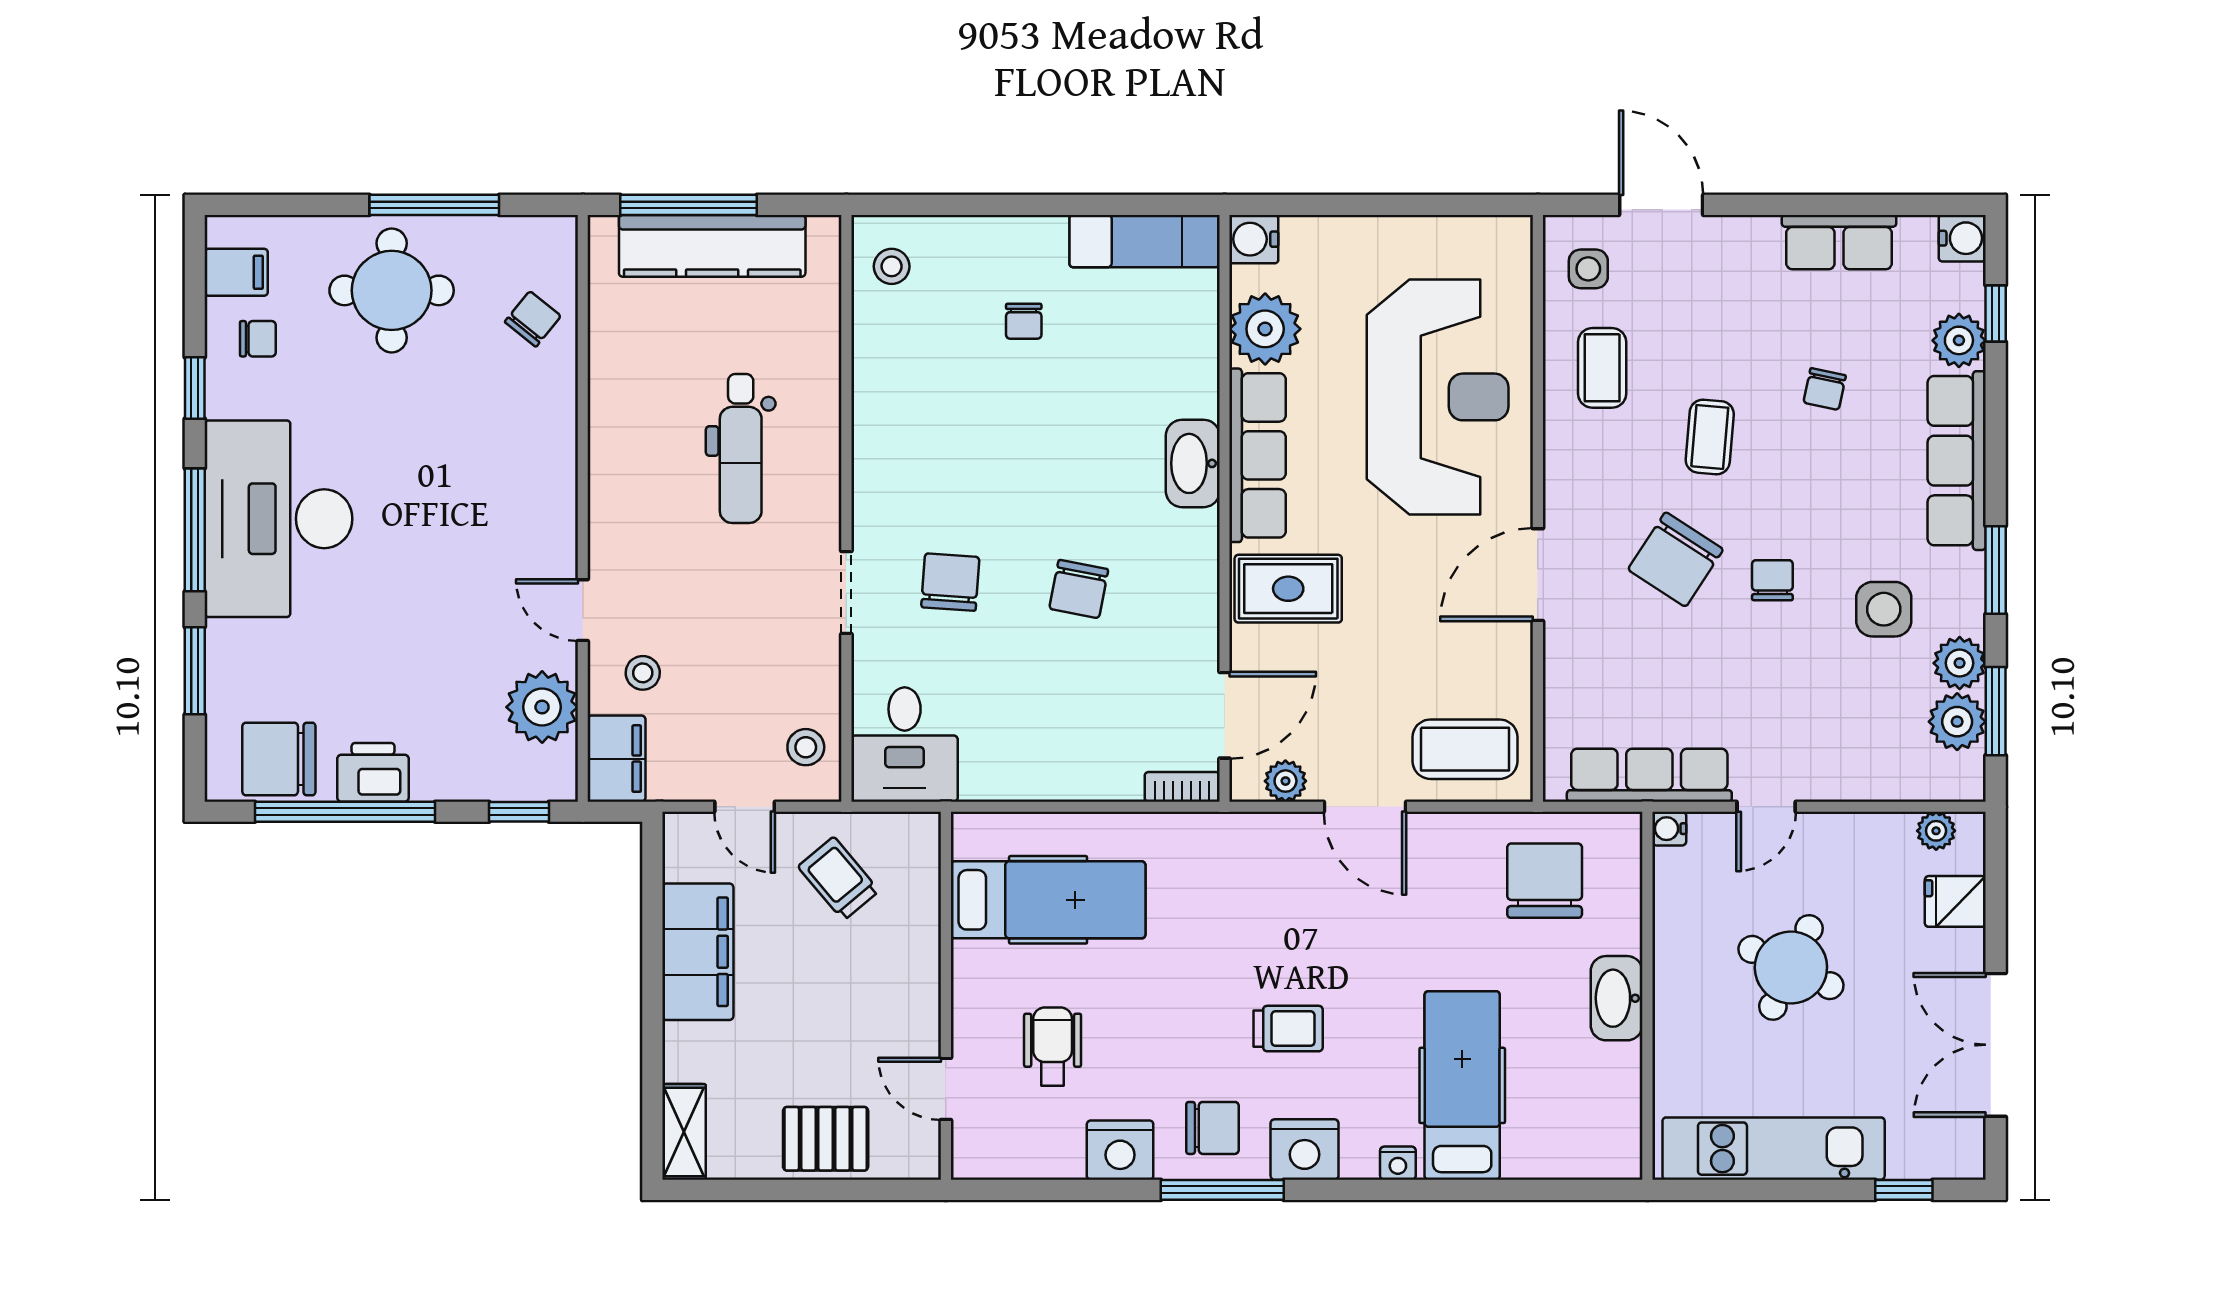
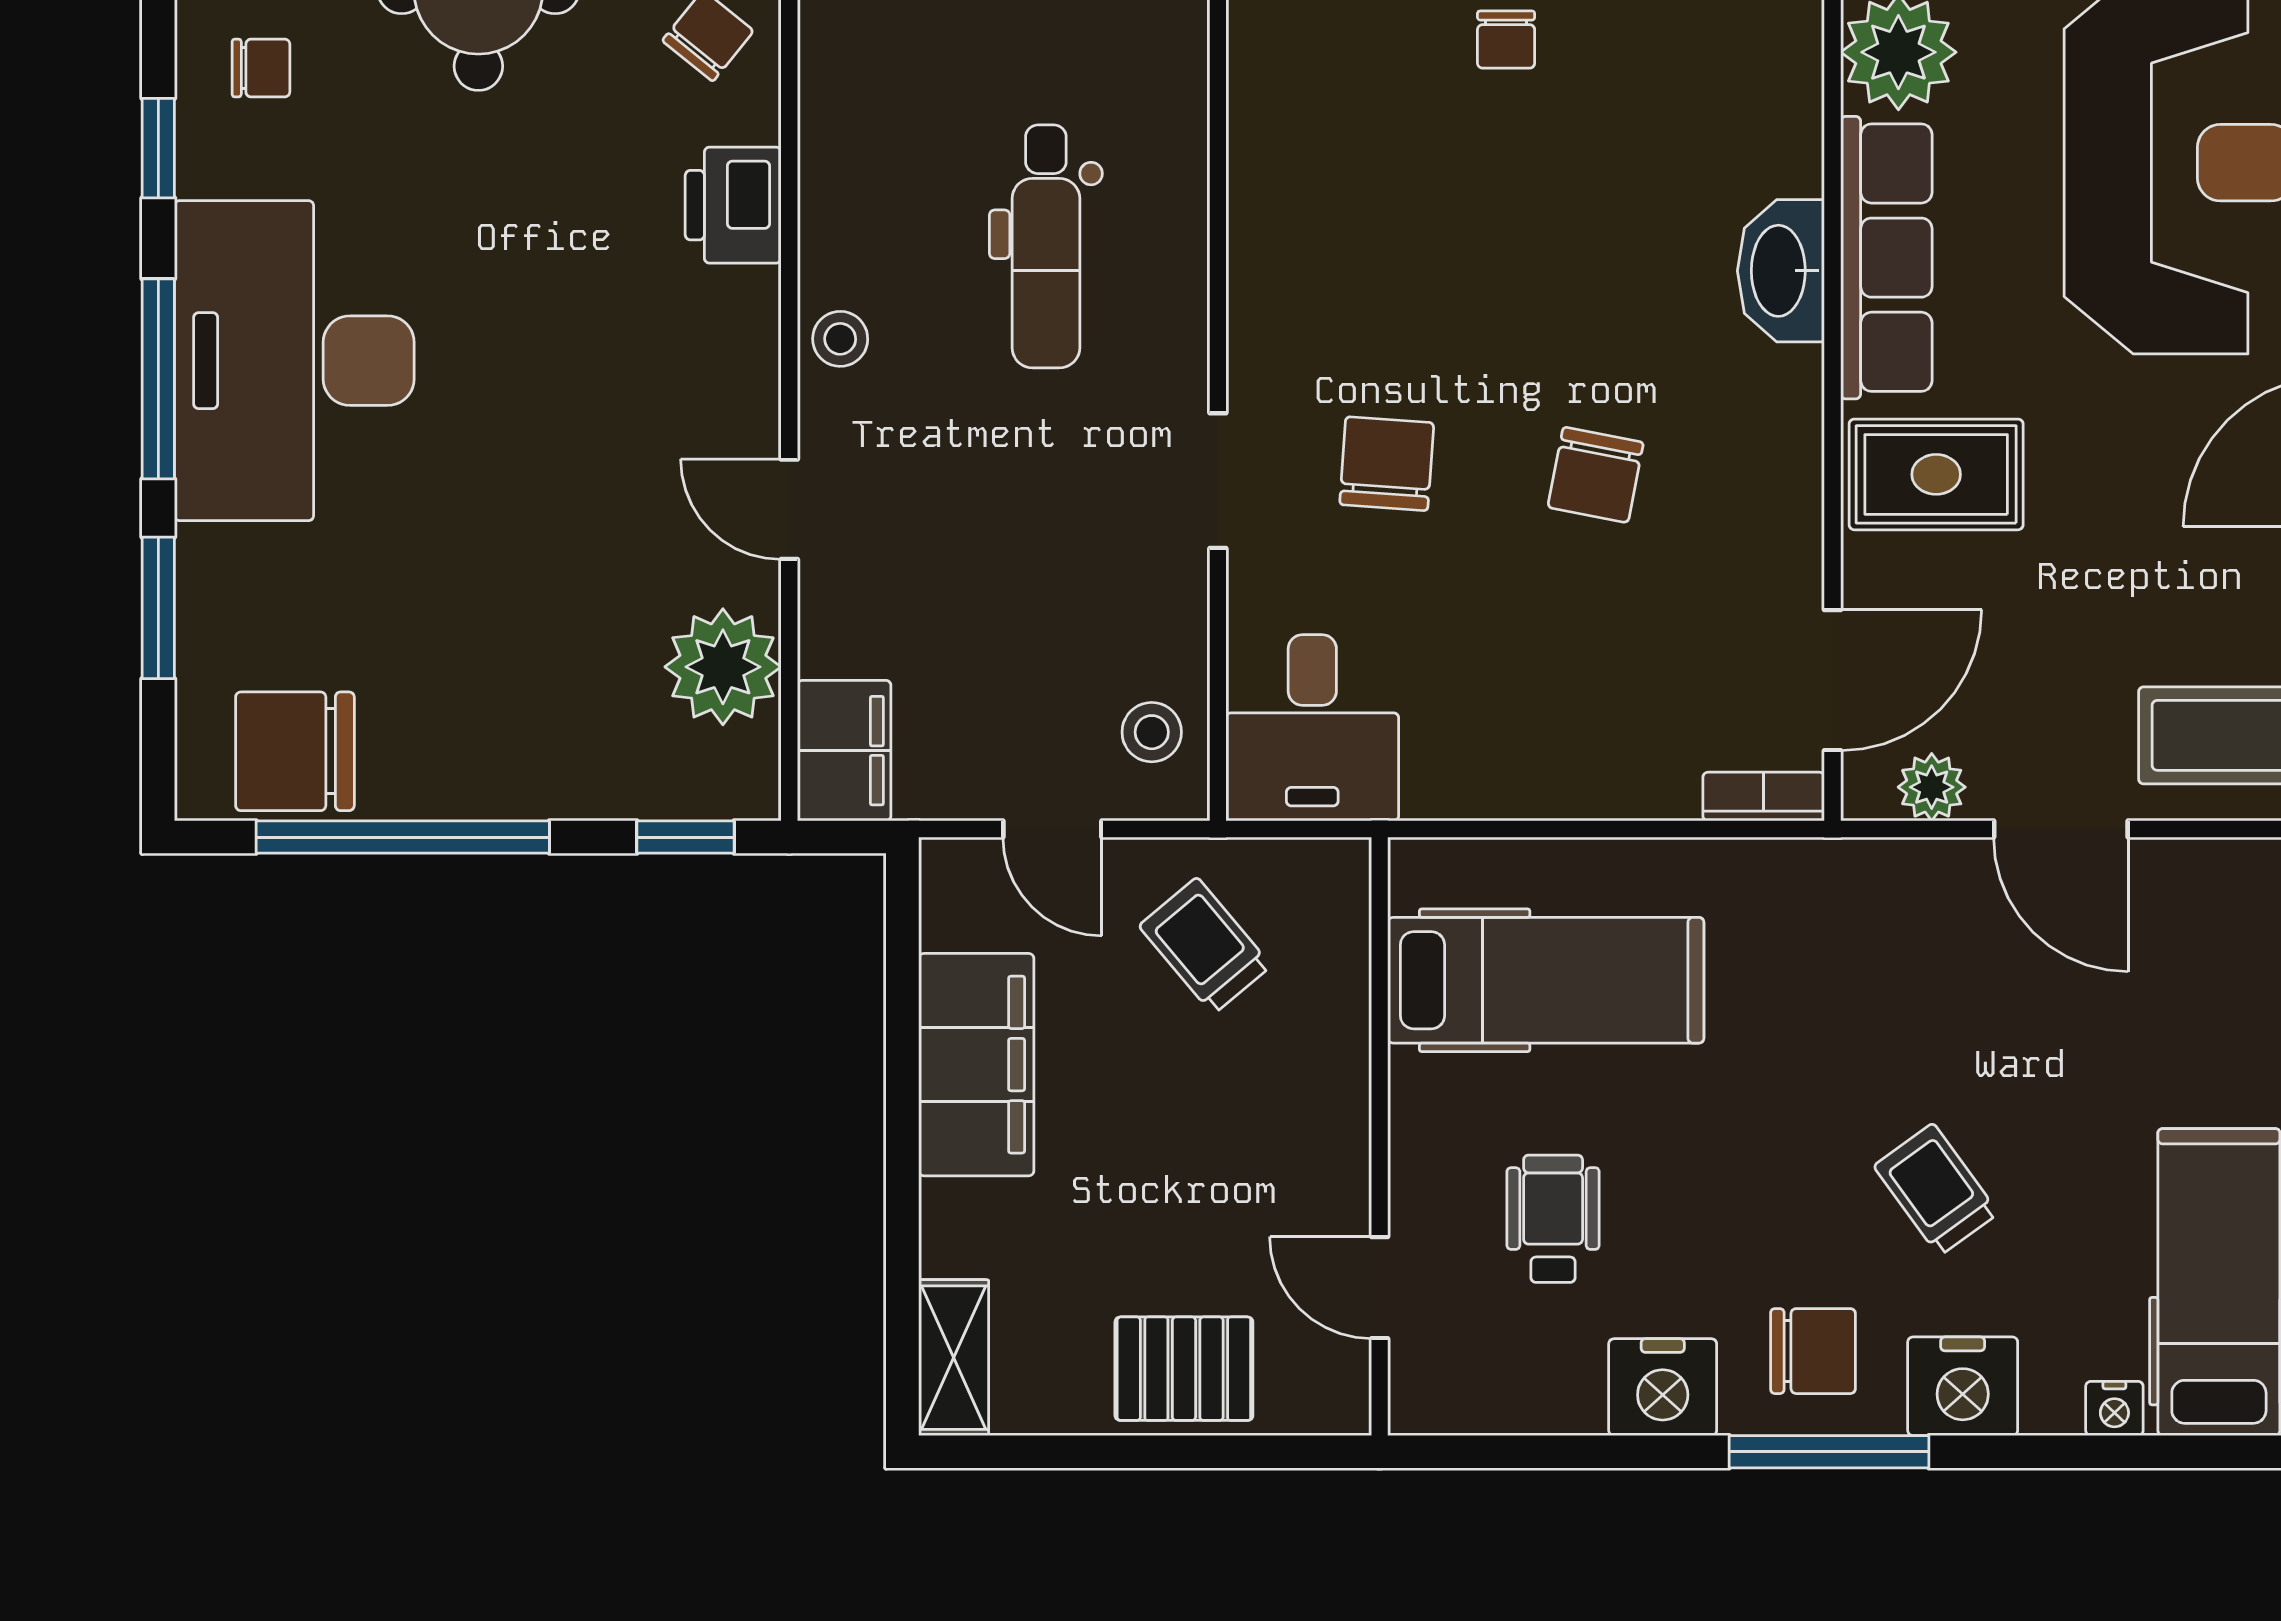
stool: (643, 673) -> (840, 339), moved
printer: (373, 772) -> (733, 205), moved, turned -90
trolley: (1288, 1029) -> (1936, 1190), turned -126

